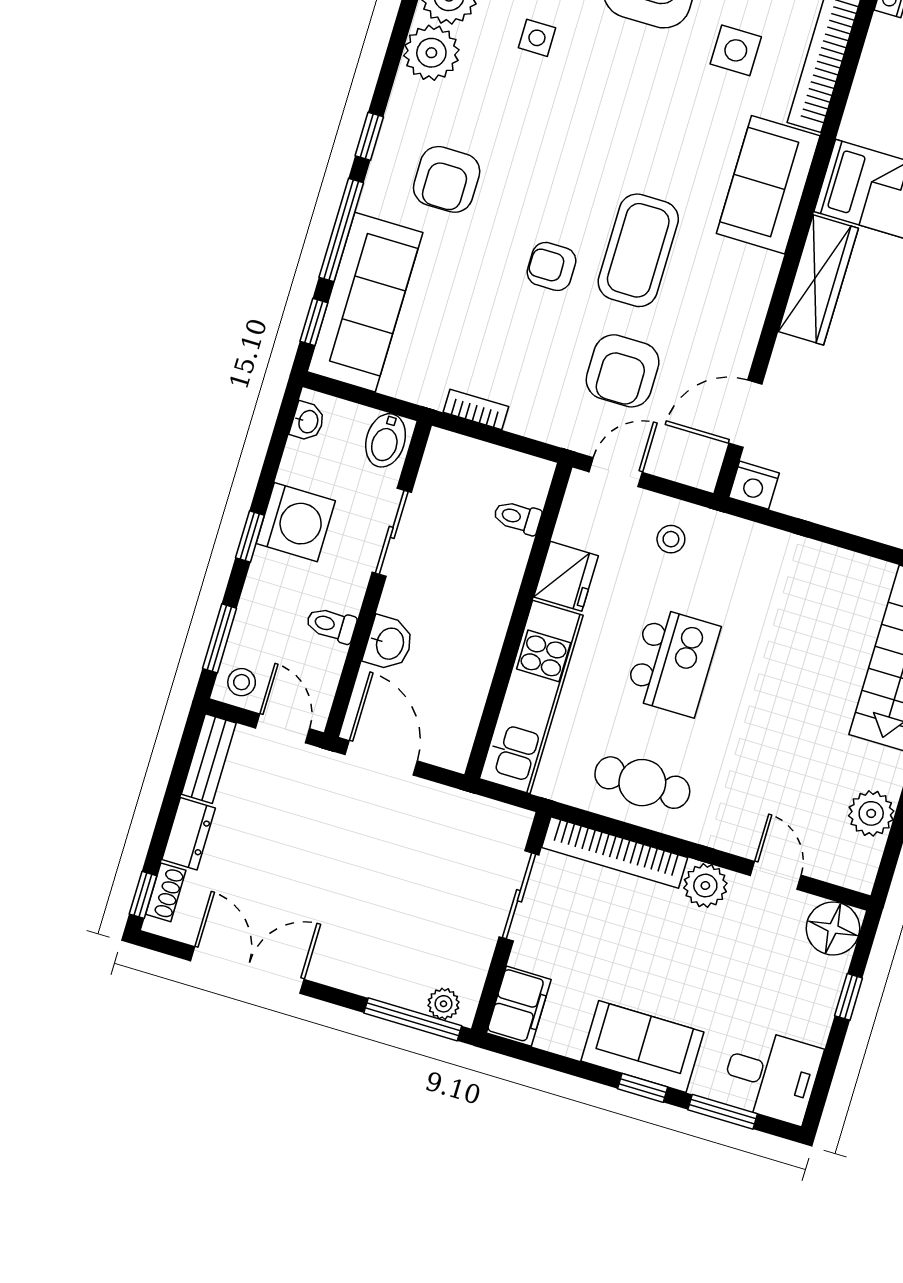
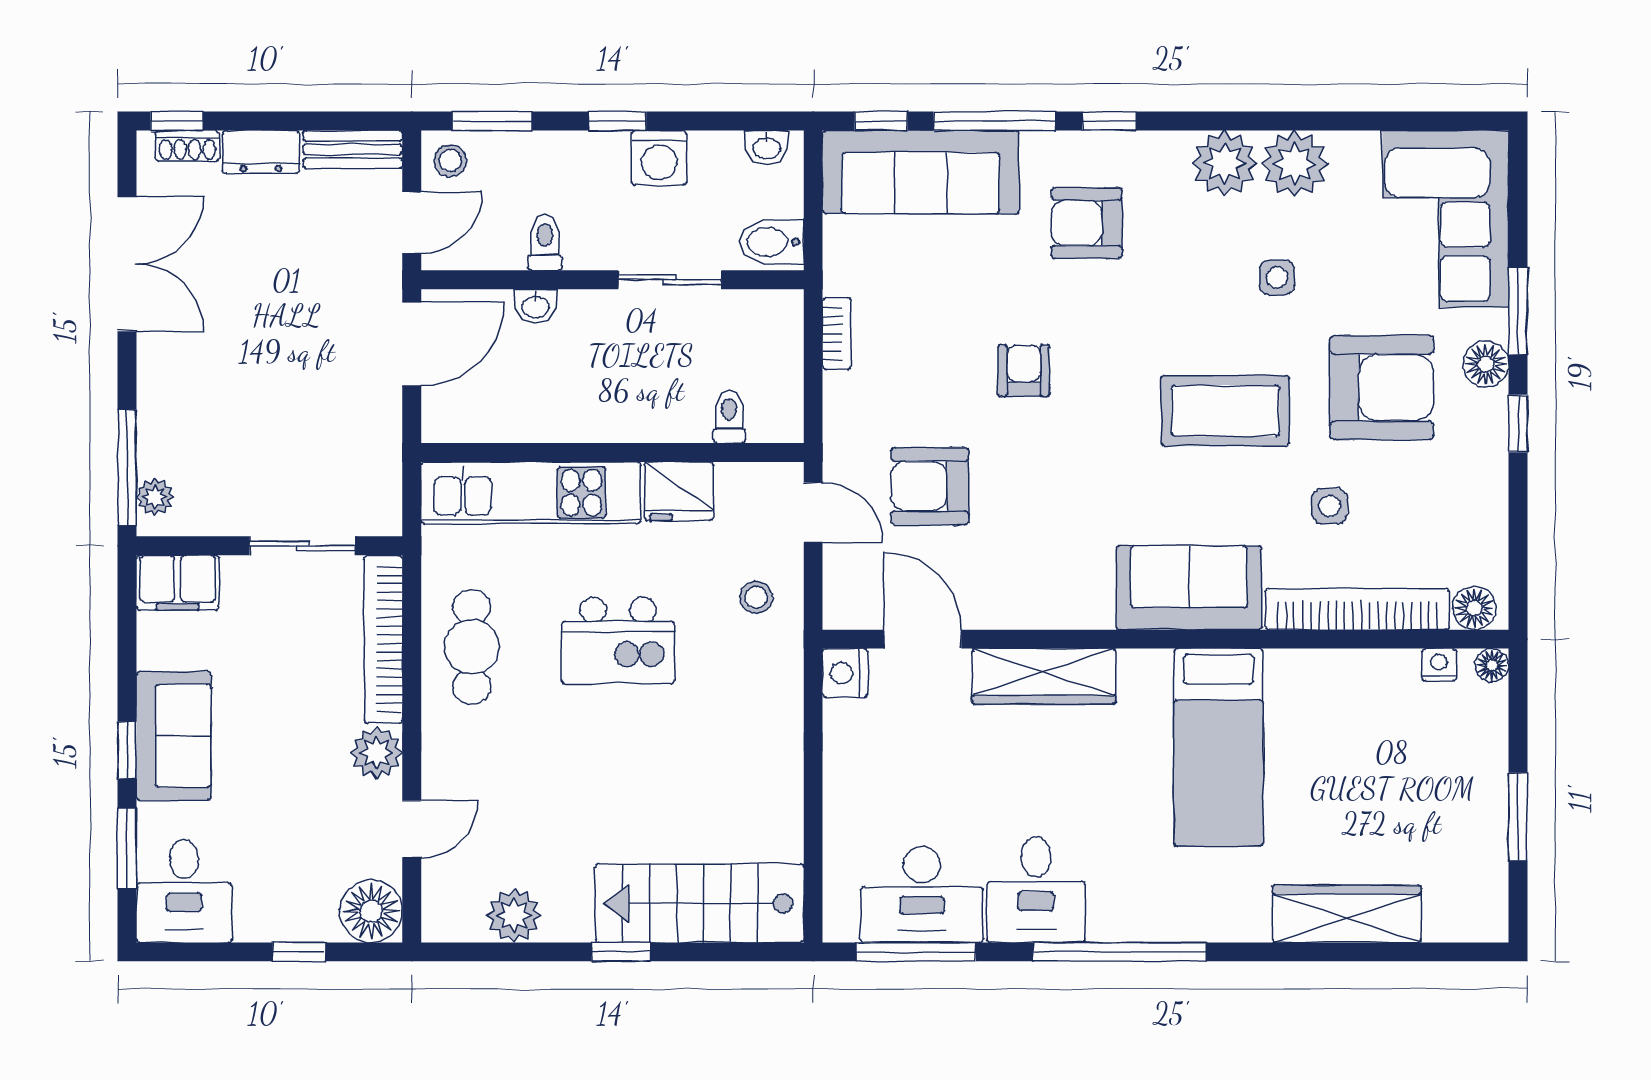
side table: (736, 50) -> (1330, 506), width x0.73, depth x0.73
coffee table: (638, 250) -> (1225, 411), moved
wardrobe: (818, 280) -> (1044, 676), moved
washing machine: (296, 522) -> (659, 158), width x0.73, depth x0.73
washbasin: (389, 643) -> (535, 306), width x0.72, depth x0.69

